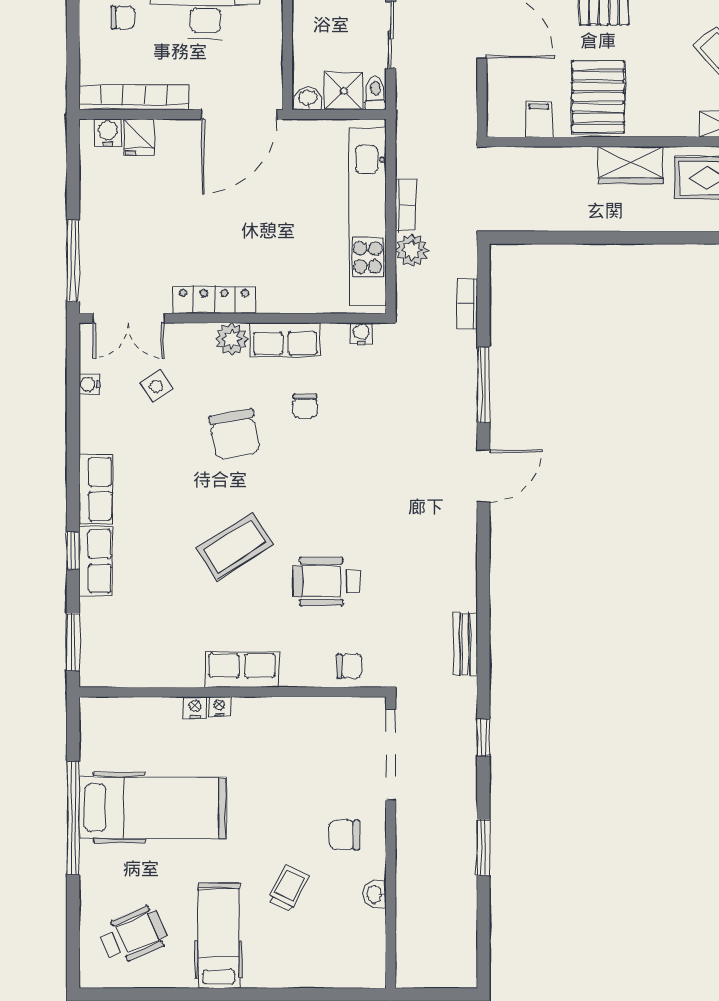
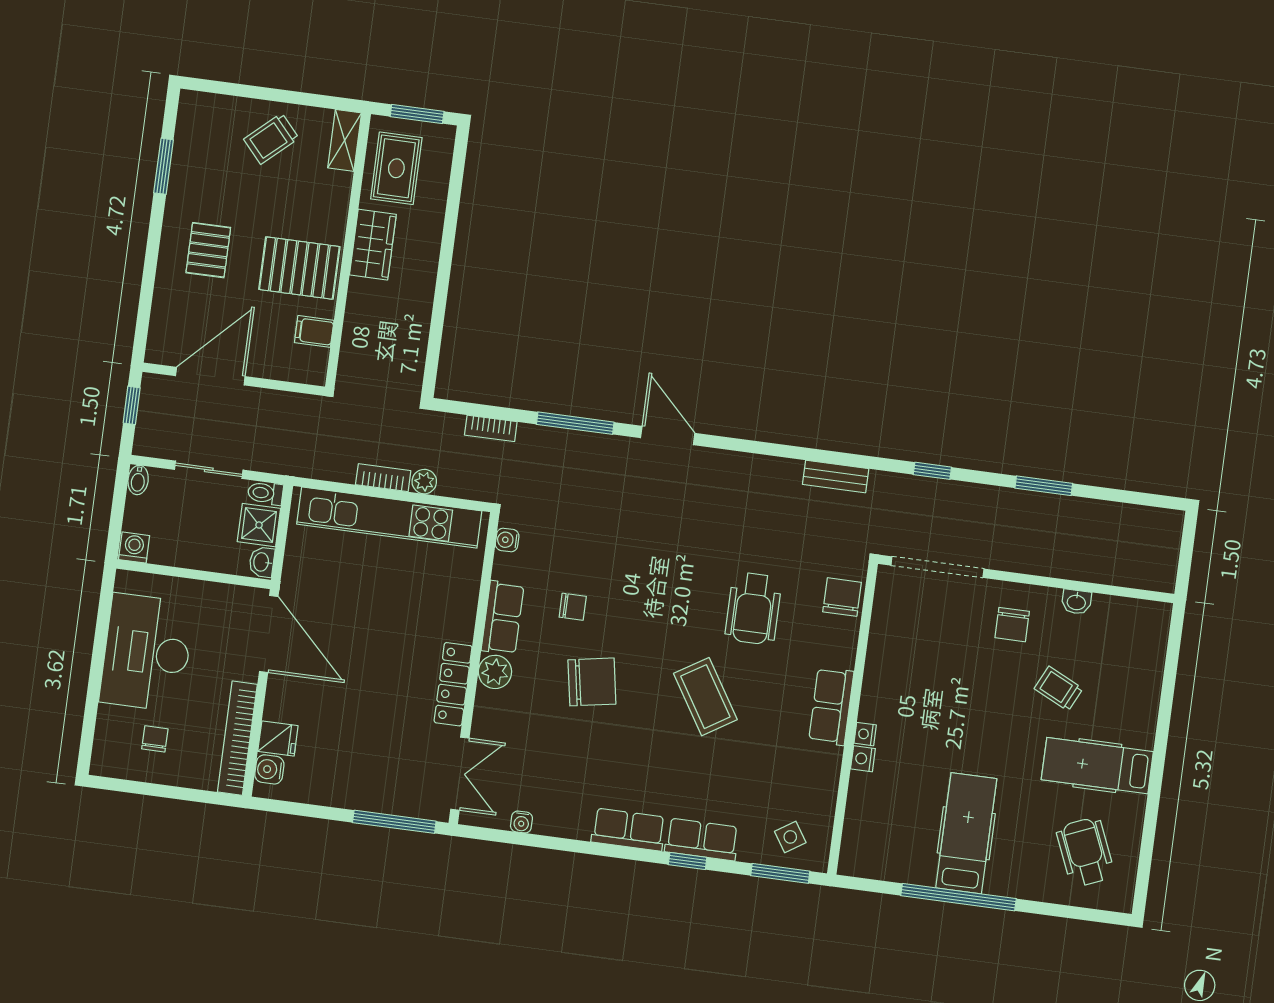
plant: (412, 250) -> (424, 482), width x0.73, depth x0.73
side table: (156, 386) -> (790, 837), moved
chair: (349, 666) -> (842, 597), width x1.37, depth x1.37
hospital bed: (153, 808) -> (966, 833), width x0.73, depth x0.78

